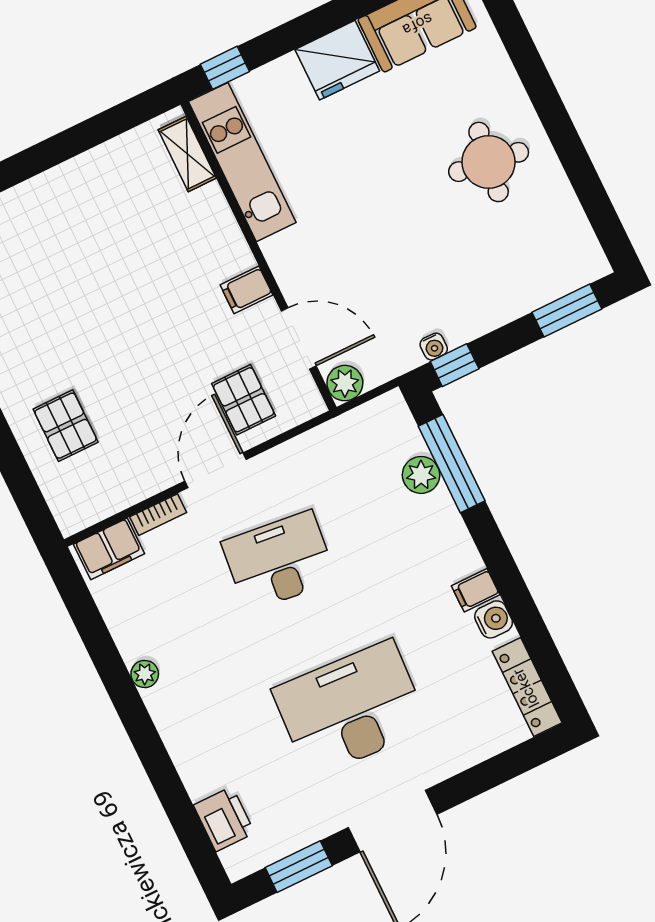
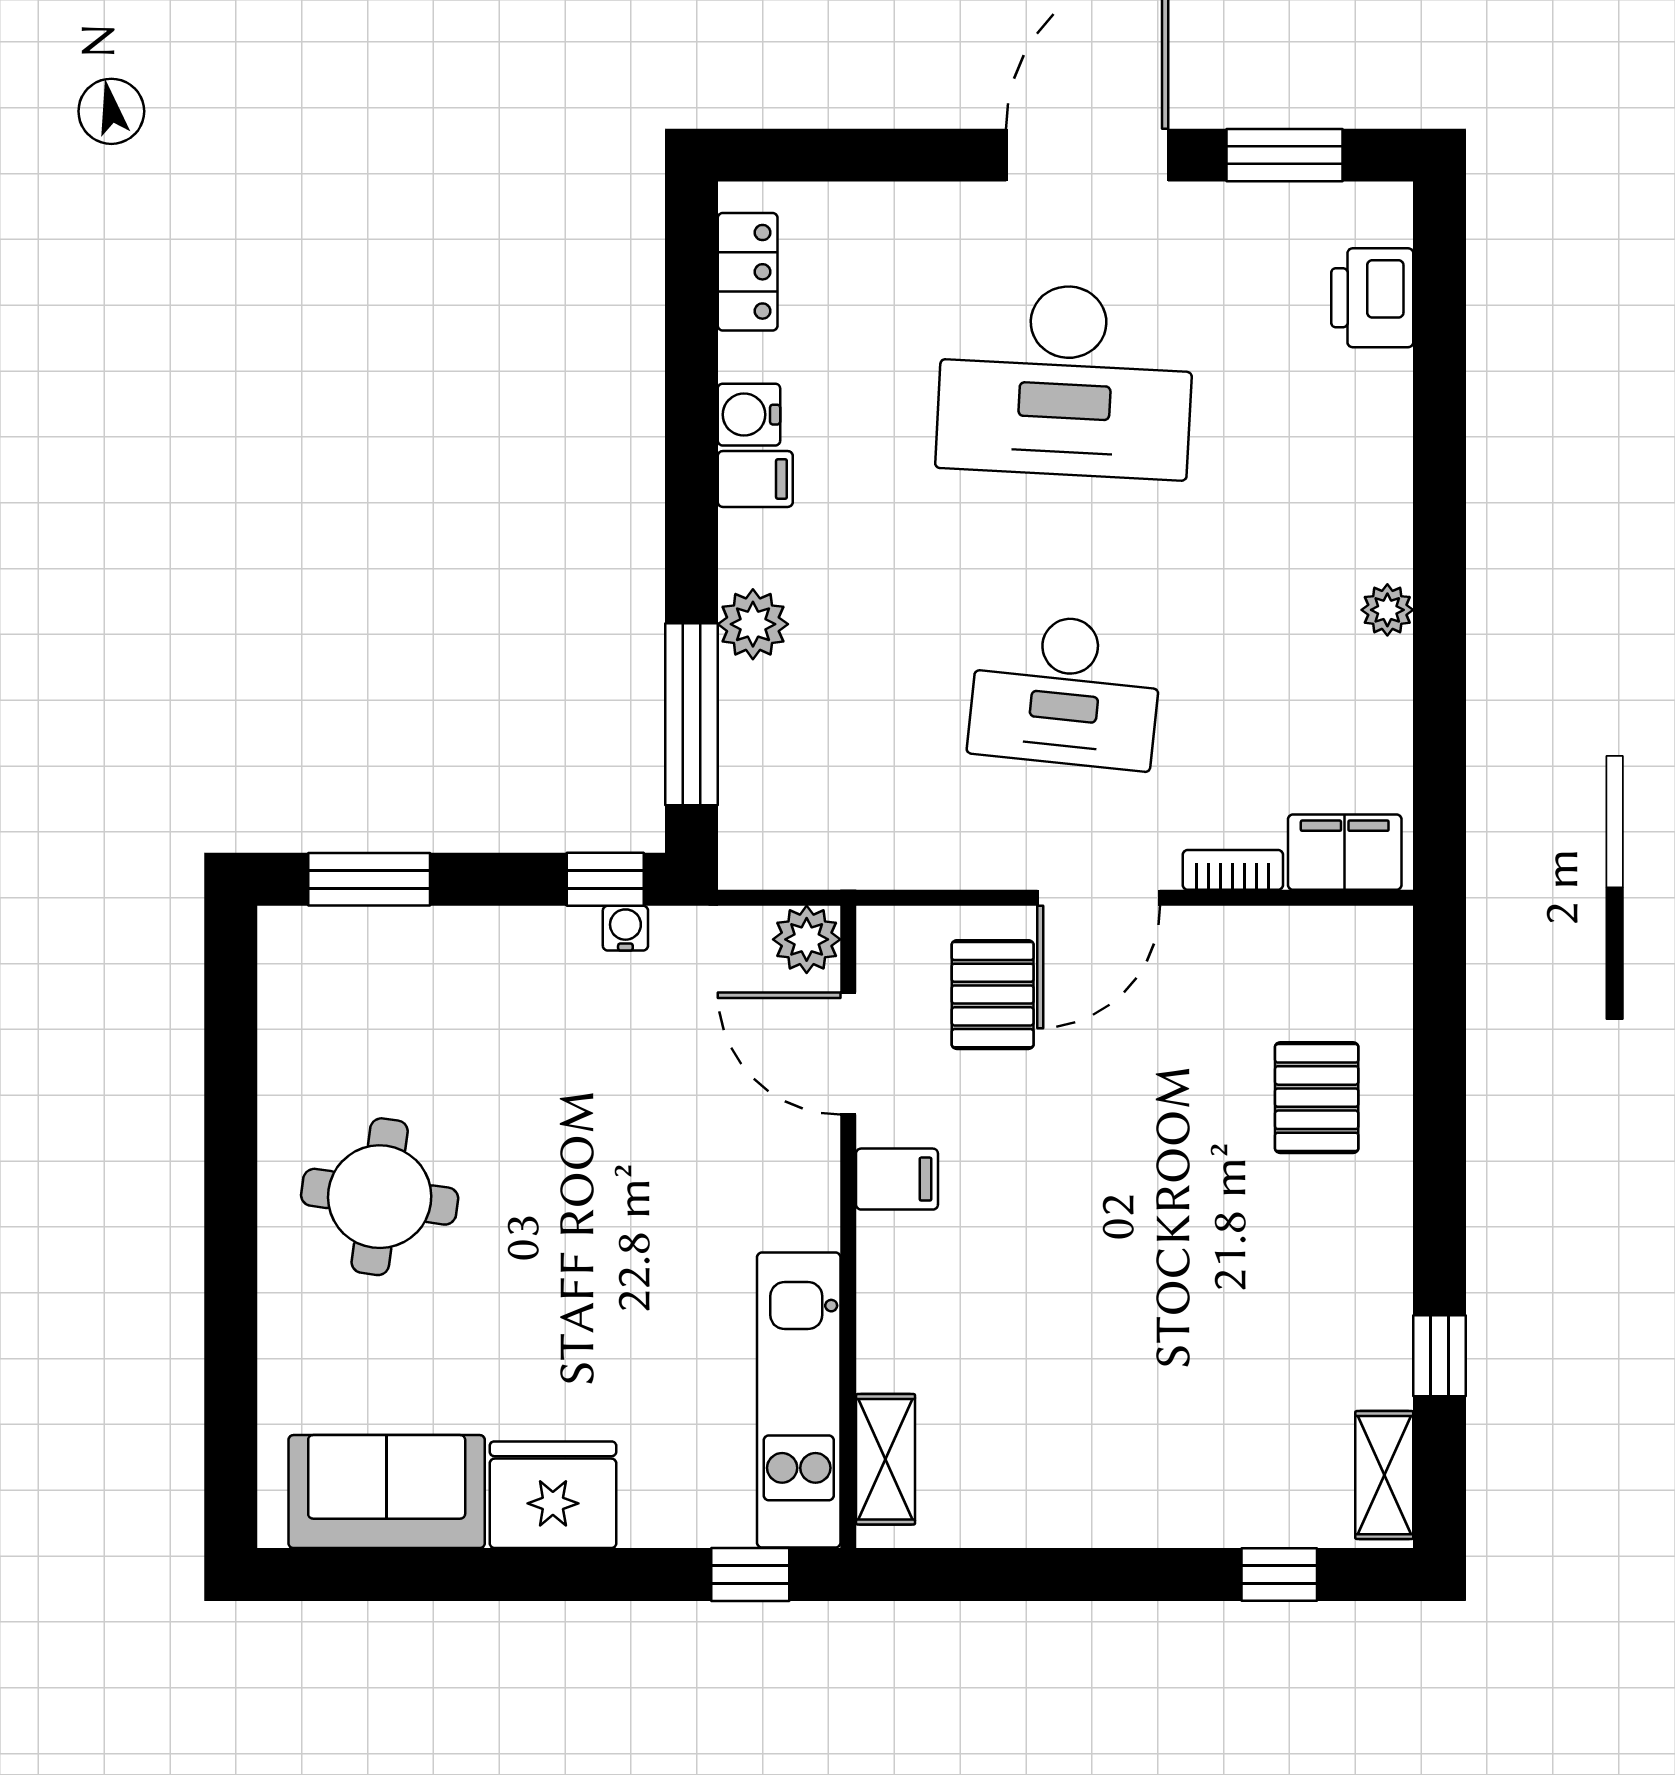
plant: (421, 475) -> (753, 624), moved
locker: (527, 687) -> (748, 272), width x0.66

